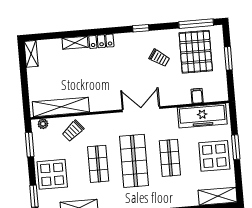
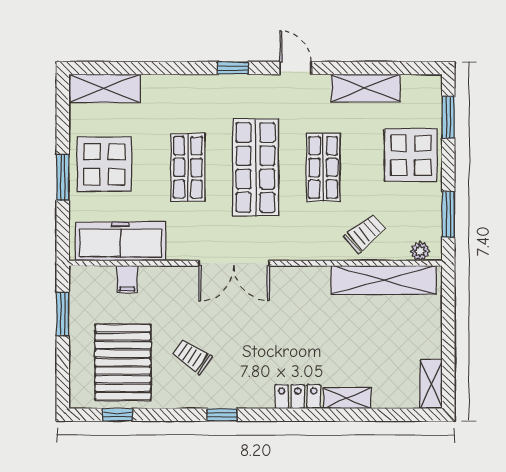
window: (196, 24) -> (117, 415), width x0.46
window: (228, 58) -> (63, 314), moved

